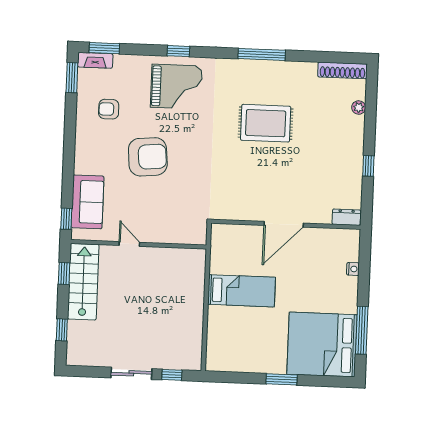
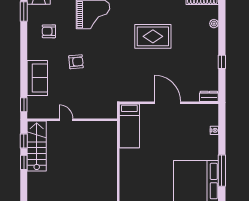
armchair: (148, 157) -> (76, 62), width x0.53, depth x0.53
sofa: (87, 202) -> (37, 78), moved
door: (284, 224) -> (168, 103), swing flipped
bed: (242, 291) -> (129, 126), moved, turned 90
window: (62, 330) -> (24, 162), moved

